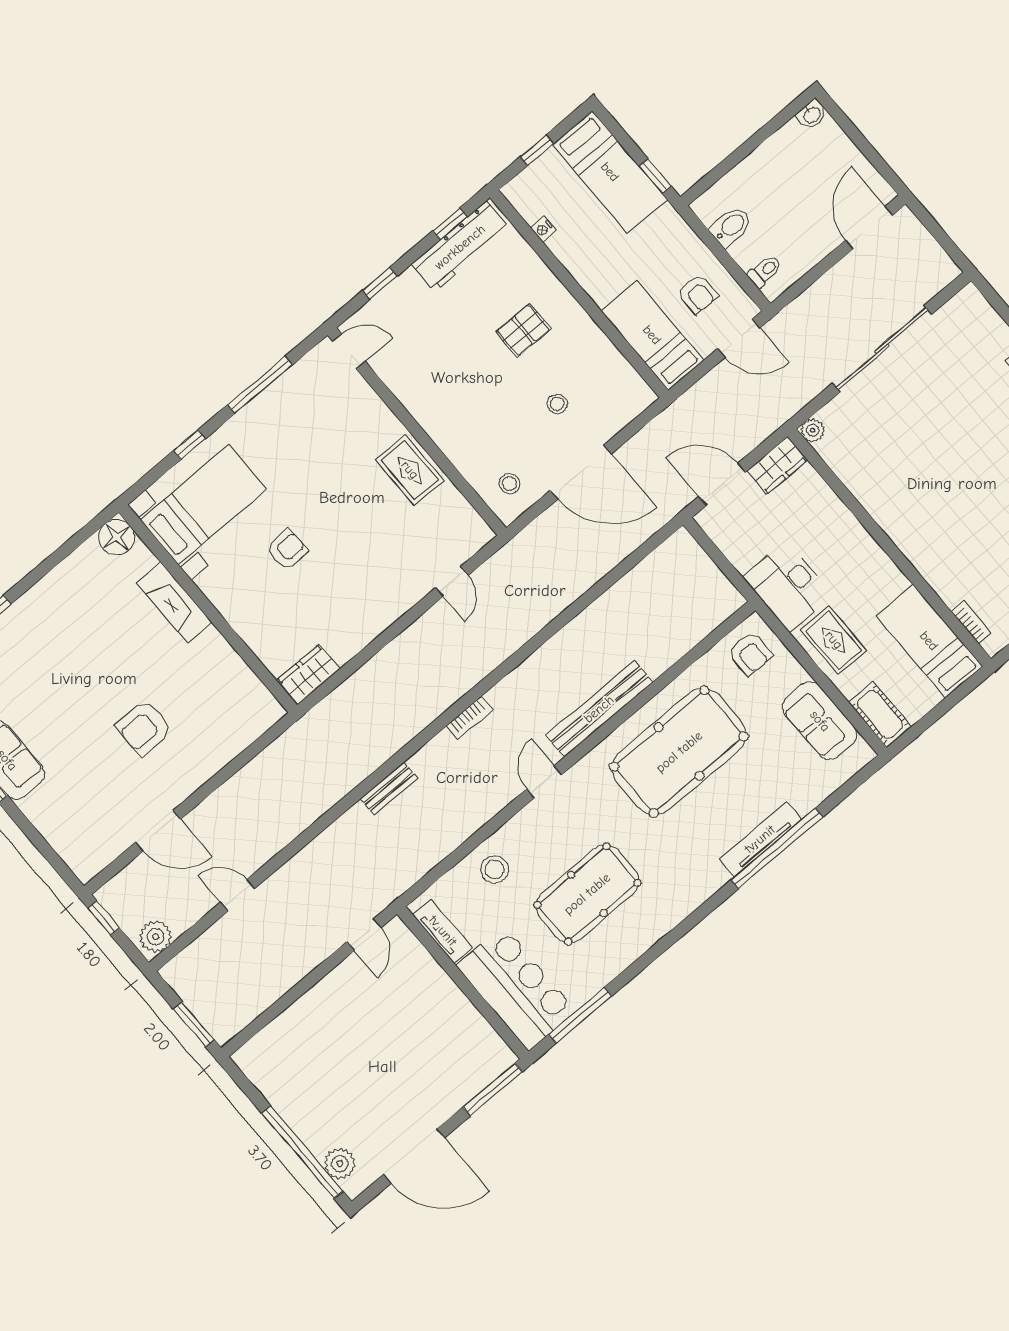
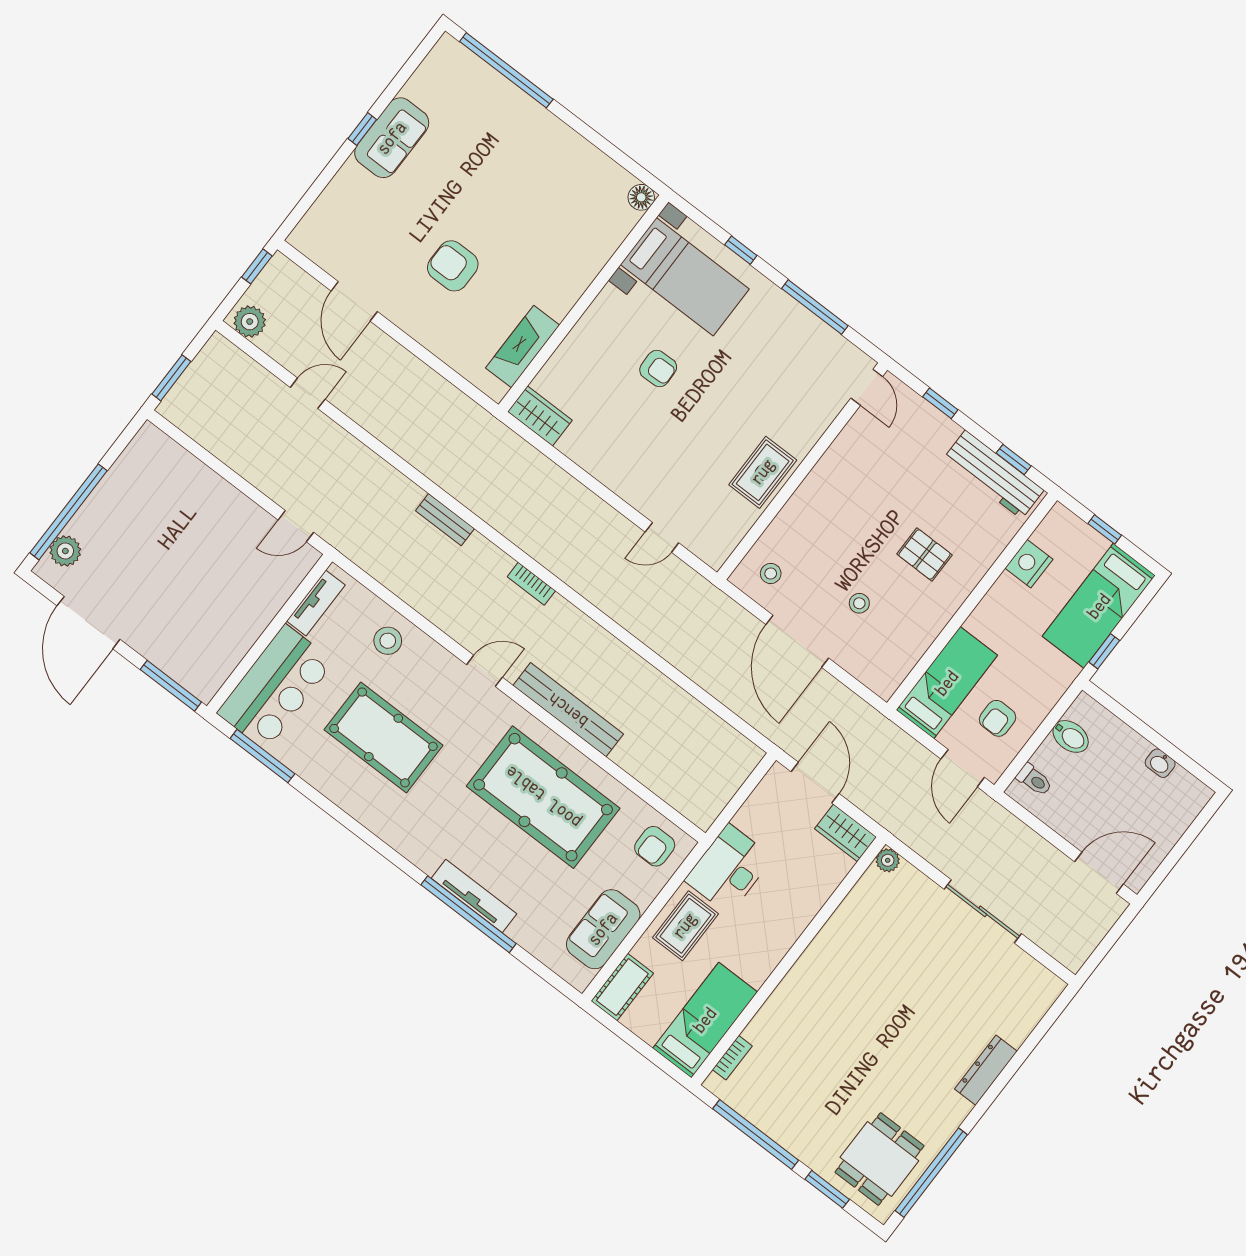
washbasin: (812, 115) -> (1160, 763), moved
nightstand: (543, 229) -> (1029, 564), width x1.89, depth x1.79
sliding door: (882, 349) -> (983, 911), width x0.73
floor lamp: (117, 537) -> (641, 197), width x0.73, depth x0.73
fireplace: (174, 602) -> (523, 347), moved
door: (237, 895) -> (308, 393), hinge flipped

